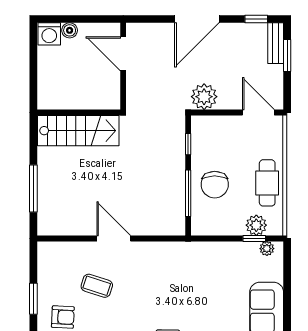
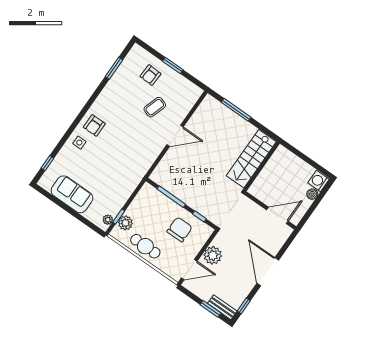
plant: (204, 97) -> (213, 255), moved
chair: (215, 185) -> (180, 229), moved, turned 90

